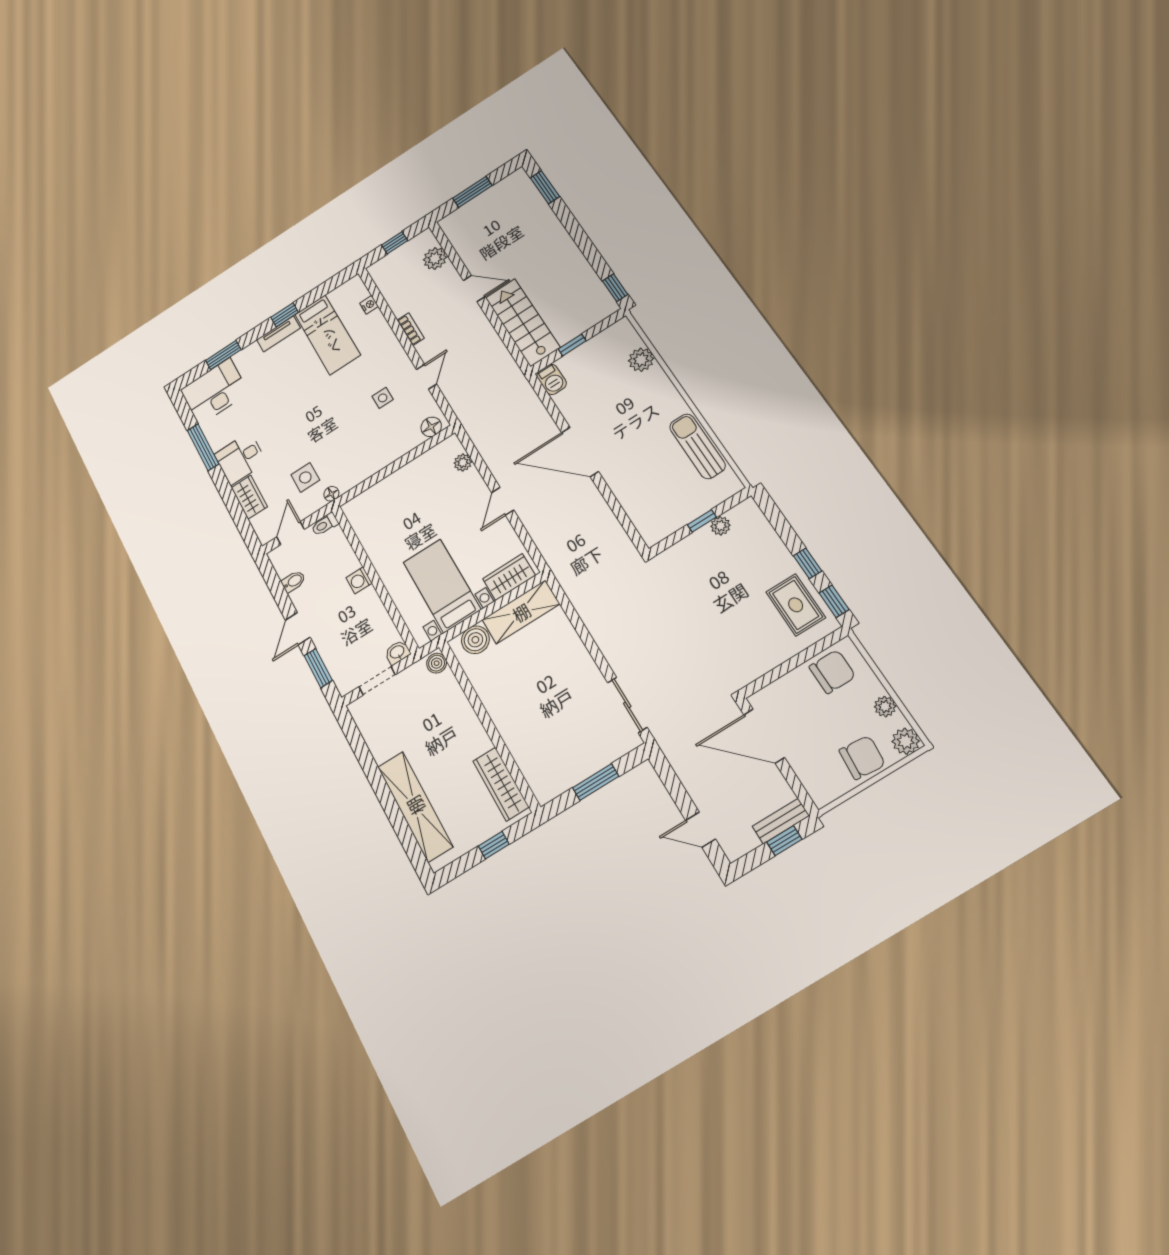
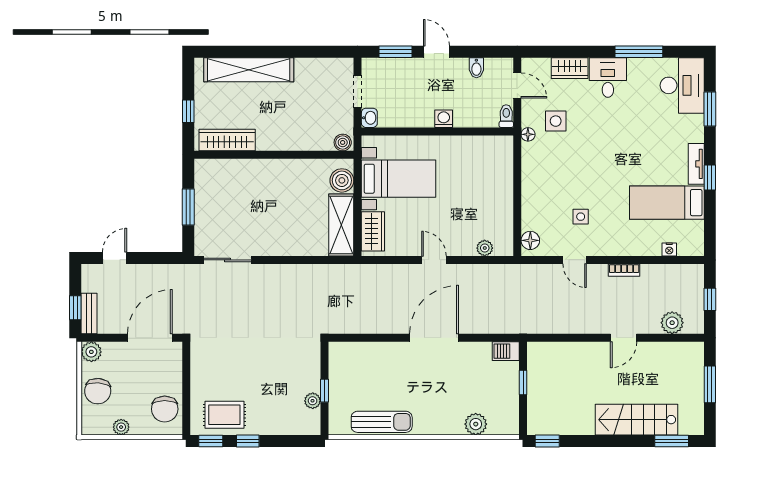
stairs: (522, 322) -> (637, 420), moved, turned 180
plant: (906, 741) -> (91, 352), moved

